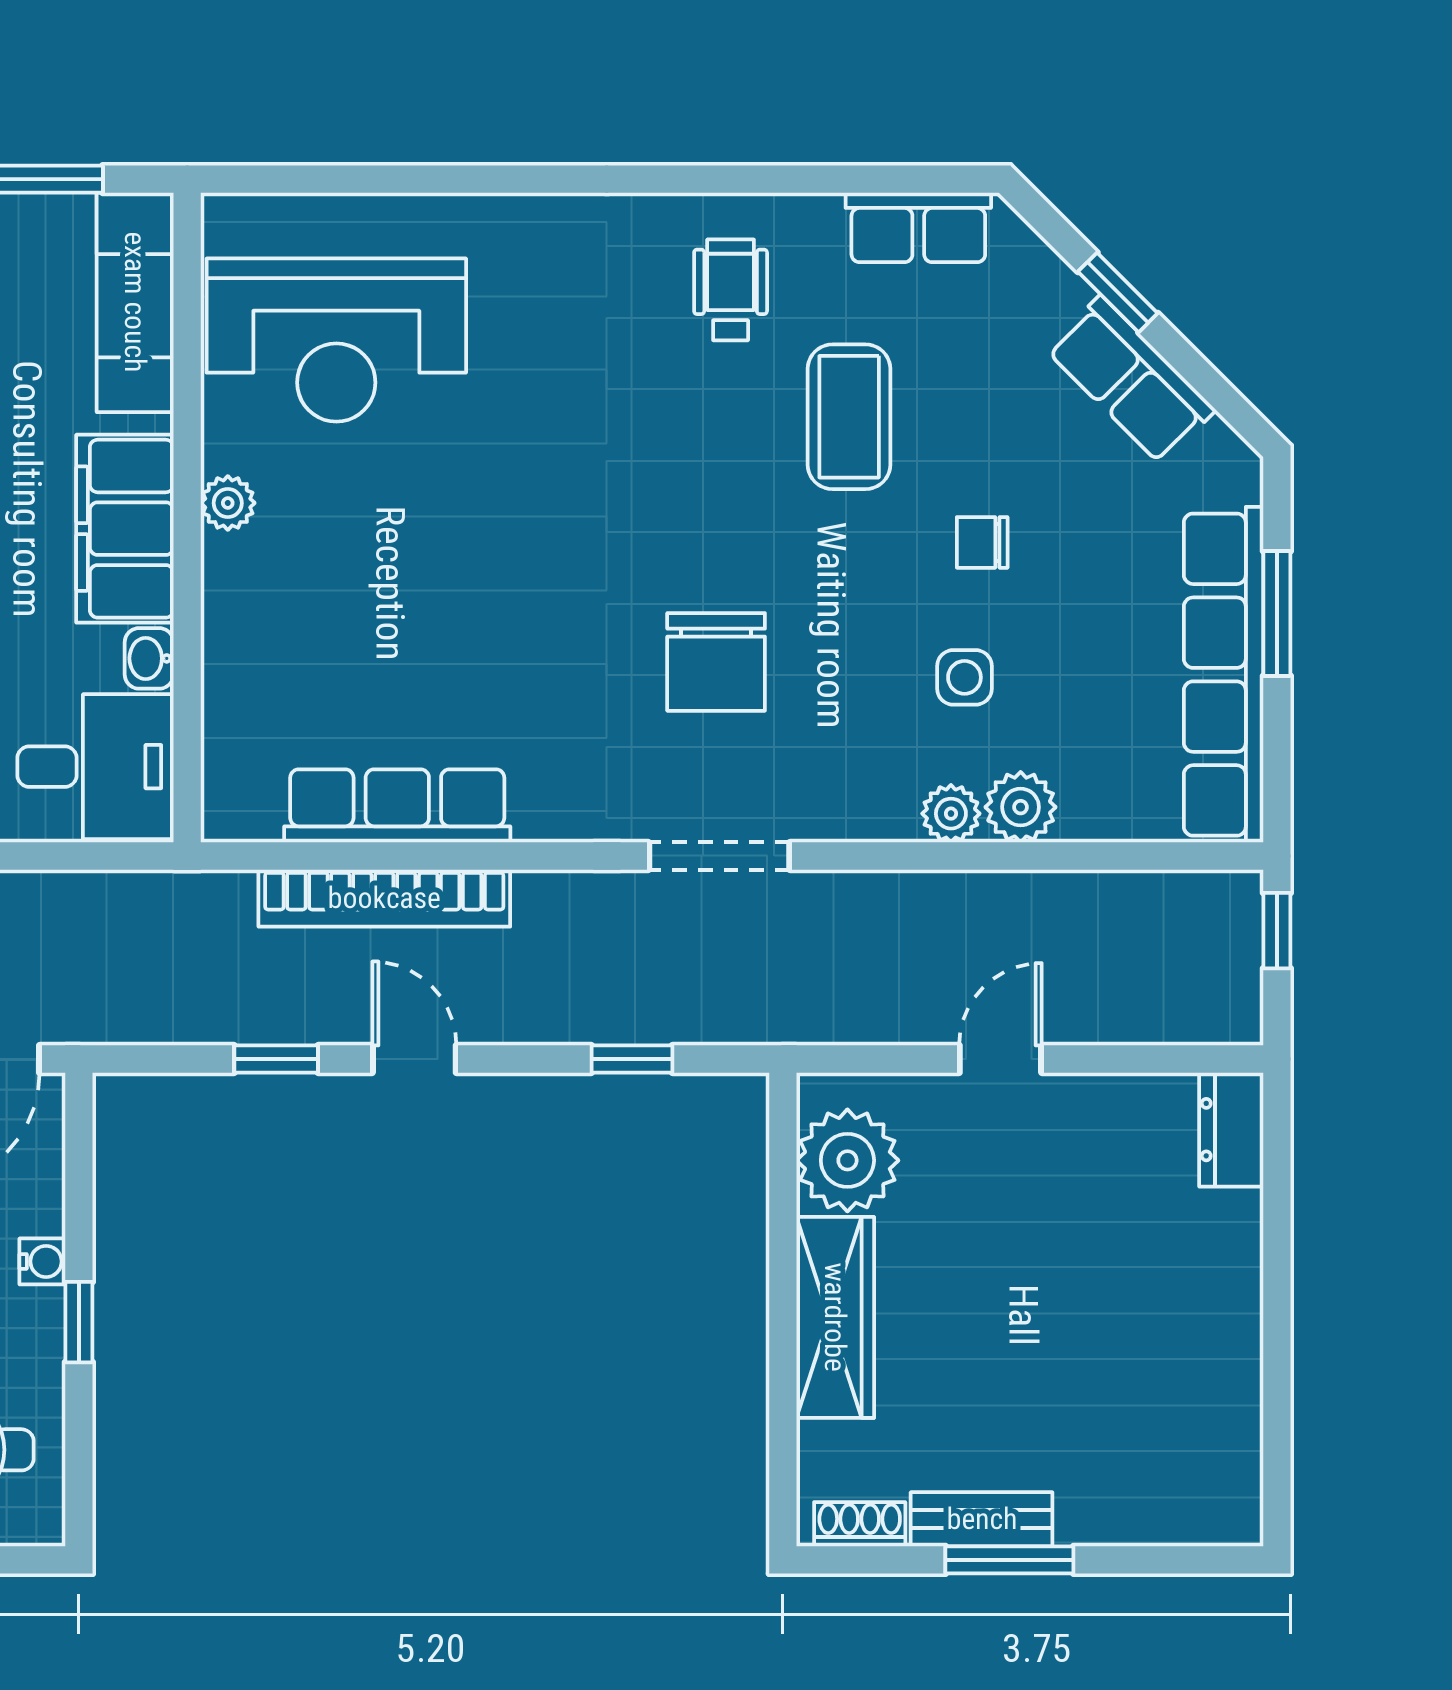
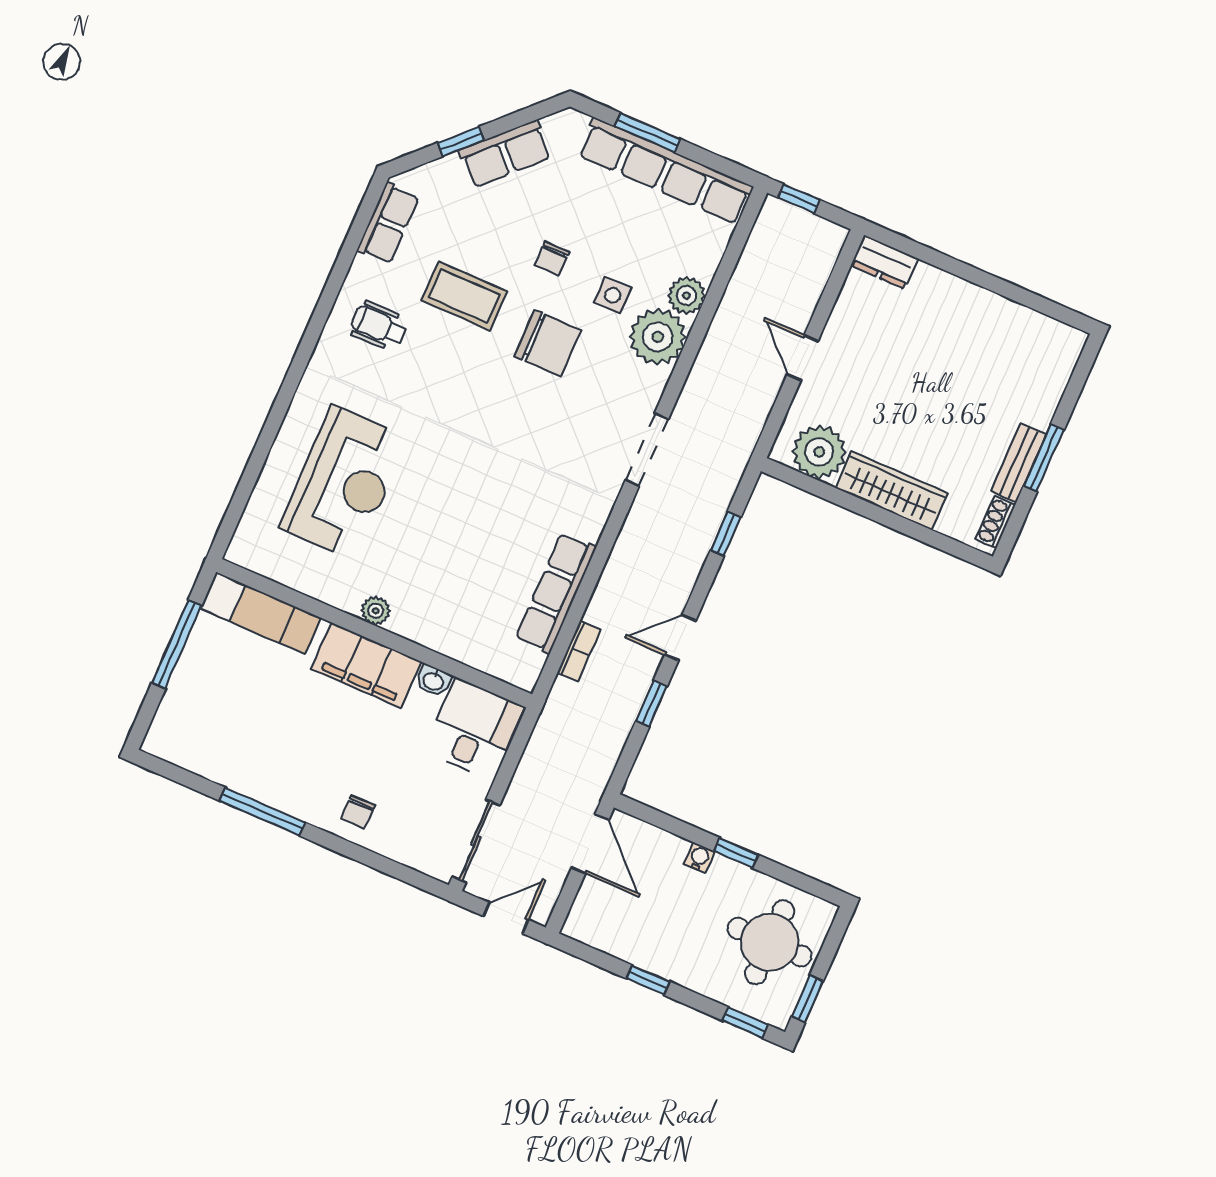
reception desk: (336, 340) -> (344, 483), moved
chair: (716, 662) -> (548, 343), moved
plant: (951, 814) -> (658, 337), width x1.88, depth x1.88
bookcase: (384, 898) -> (579, 651), width x0.43, depth x0.76

